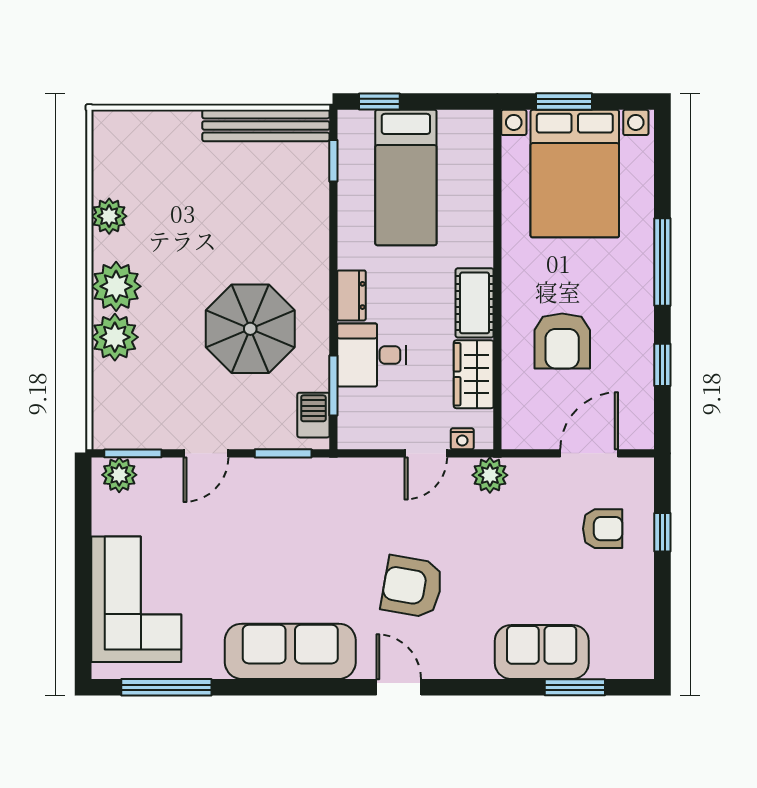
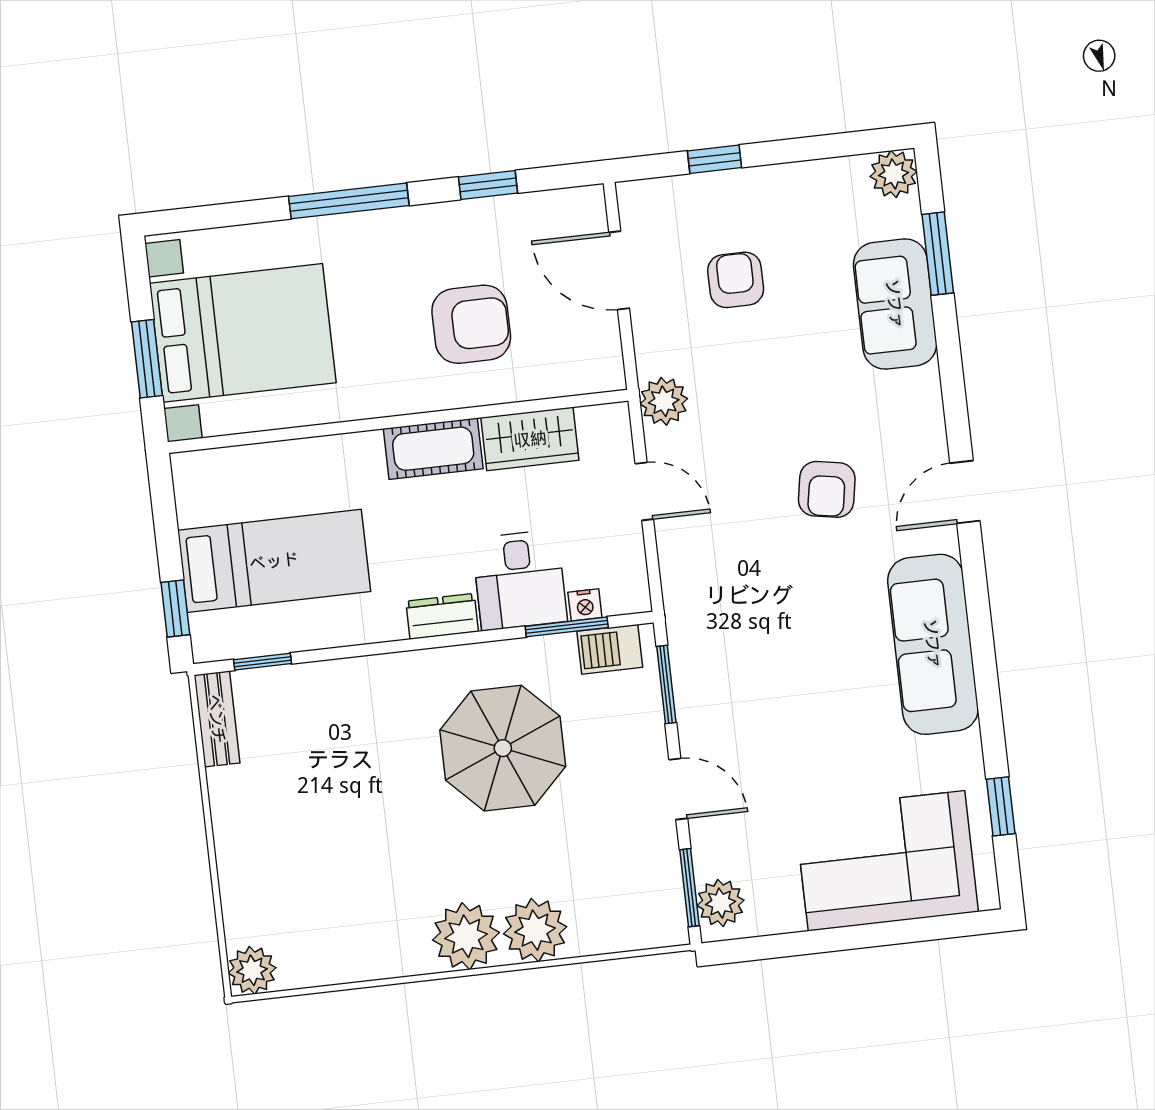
bench: (266, 125) -> (217, 719), width x0.54, depth x0.82
plant: (109, 216) -> (252, 970), moved
nightstand: (462, 439) -> (585, 605), moved, turned 90
armchair: (603, 529) -> (736, 280), moved
armchair: (412, 587) -> (827, 489), width x0.72, depth x0.72
plant: (637, 662) -> (894, 174), added
window: (166, 687) -> (1001, 806), width x0.46

